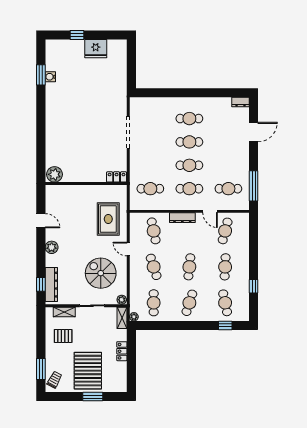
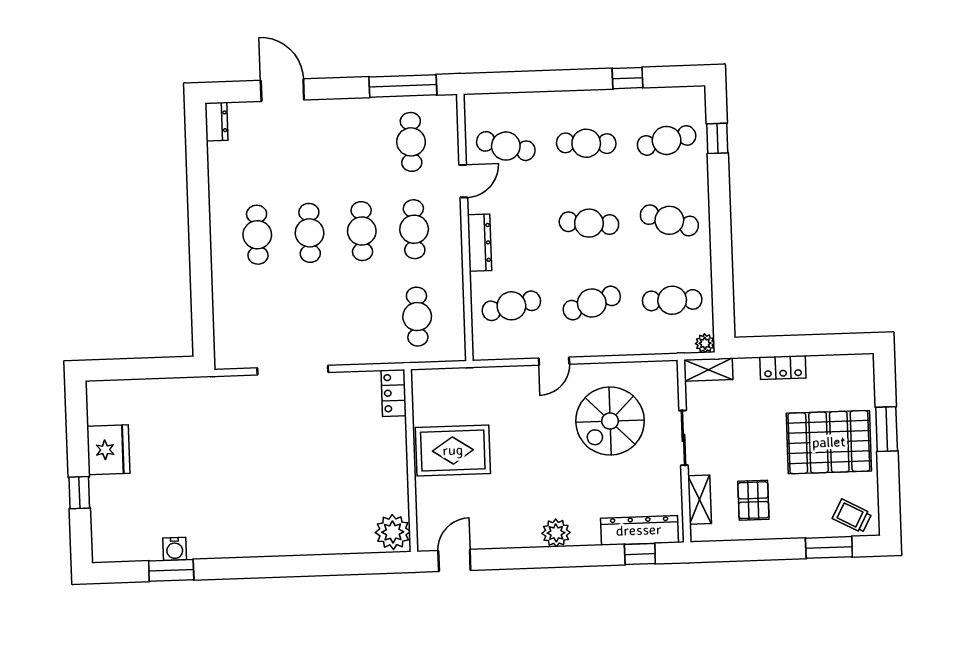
rug: (108, 219) -> (453, 450), moved
door: (41, 221) -> (454, 560), moved
plant: (122, 300) -> (668, 372), removed

